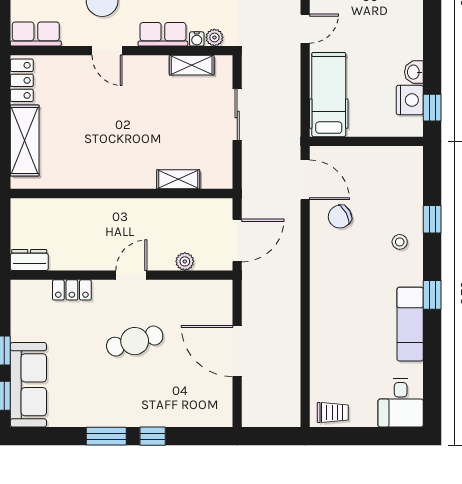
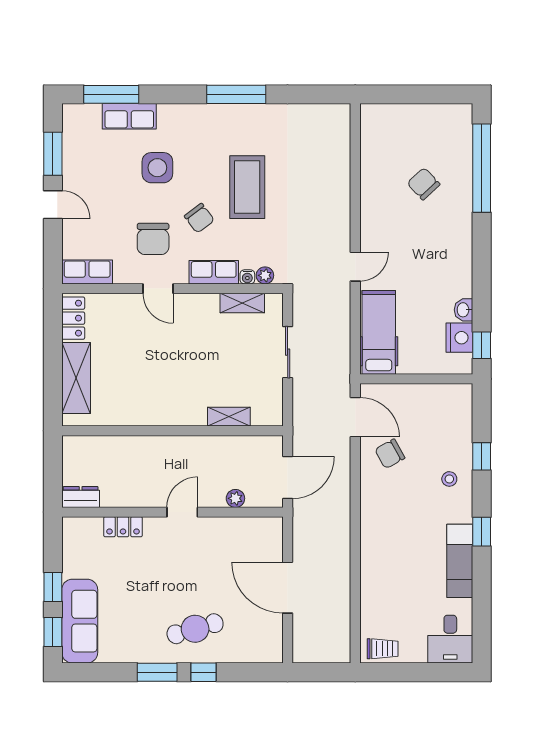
cafe table: (135, 341) -> (195, 629), moved

